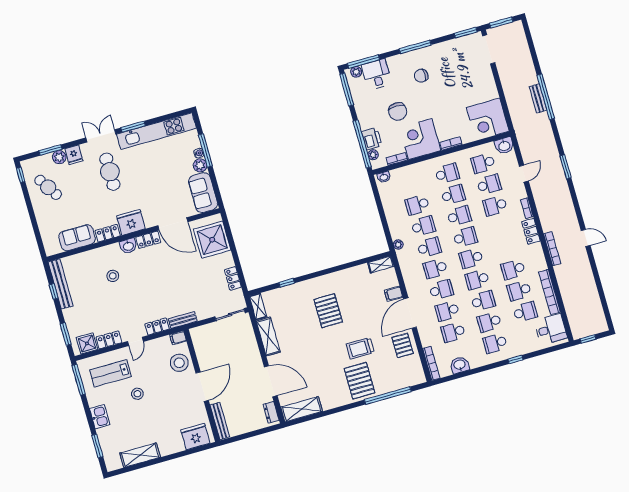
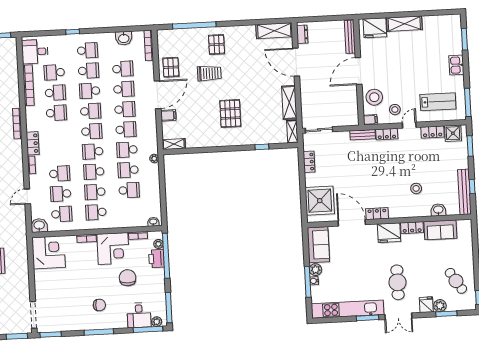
washbasin: (128, 246) -> (438, 210), moved
school desk: (441, 290) -> (125, 109), turned 180
pallet: (360, 381) -> (217, 45), width x0.67, depth x0.71
stool: (137, 394) -> (395, 110), moved
shelving: (140, 455) -> (404, 24), moved

